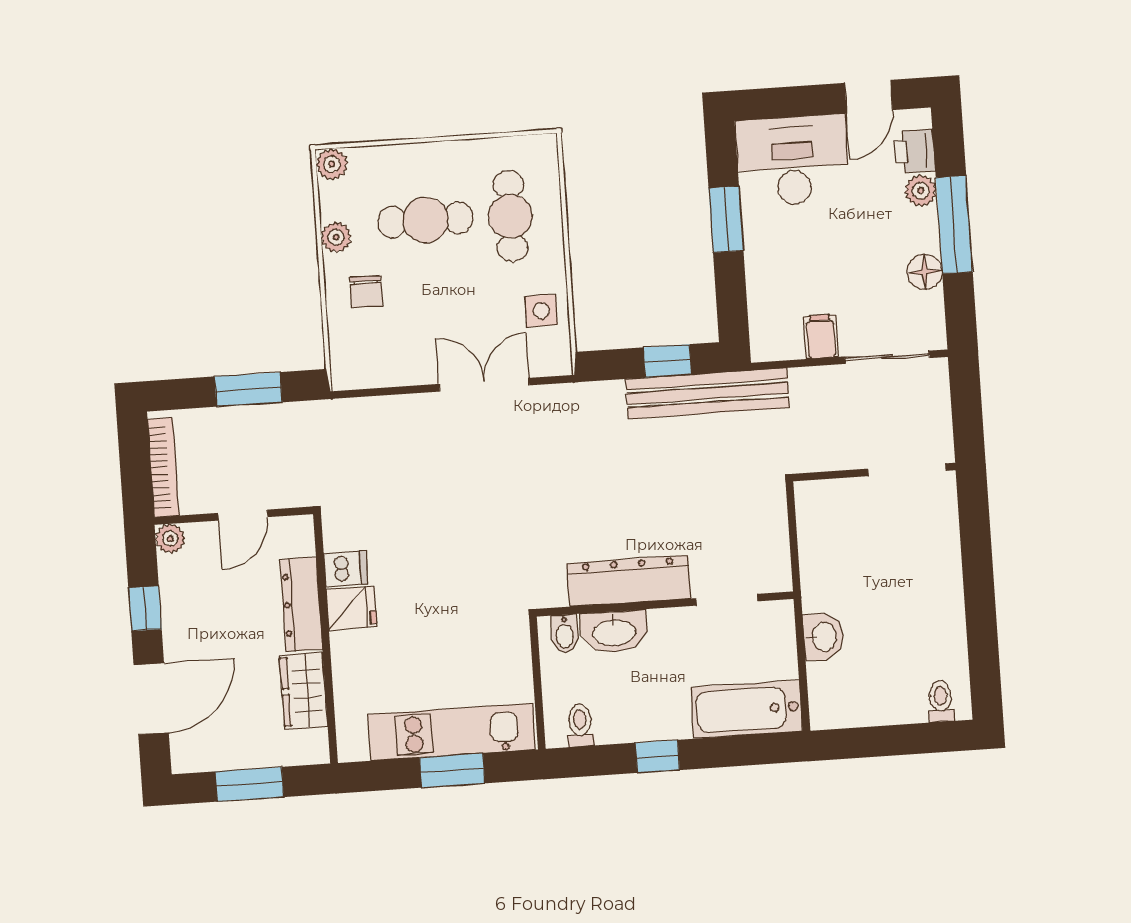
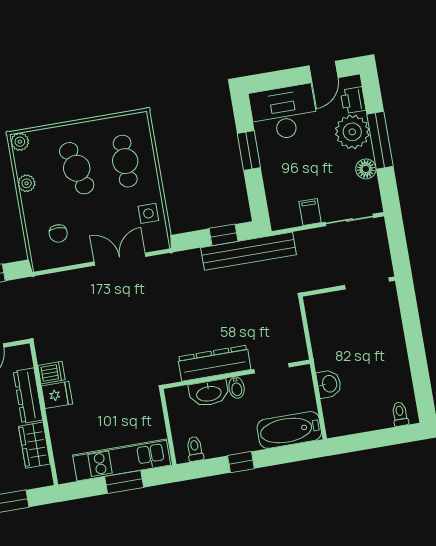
plant: (921, 191) -> (352, 132), width x1.87, depth x1.87
cafe table: (425, 220) -> (77, 168), turned 75
chair: (366, 292) -> (58, 233), moved
bidet: (565, 634) -> (237, 388), moved

